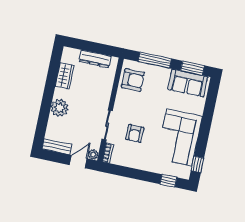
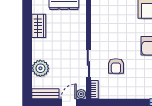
armchair: (133, 80) -> (104, 16), removed
plant: (60, 108) -> (40, 68), moved

